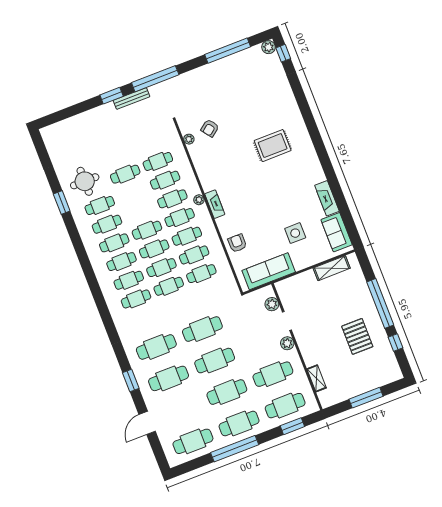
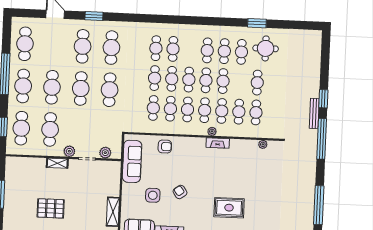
armchair: (210, 128) -> (180, 192), moved
rug: (273, 146) -> (229, 208), turned 90
fireplace: (215, 204) -> (218, 143), moved
cafe table: (122, 262) -> (223, 81), moved
shelving: (317, 378) -> (57, 163), moved

